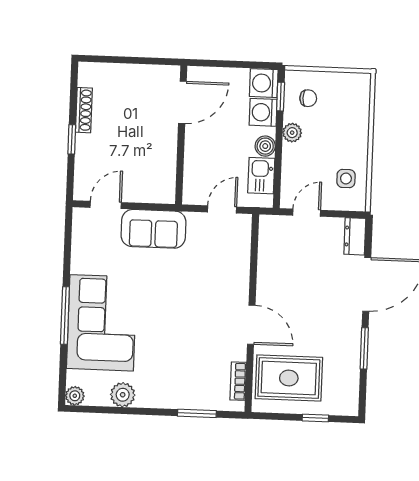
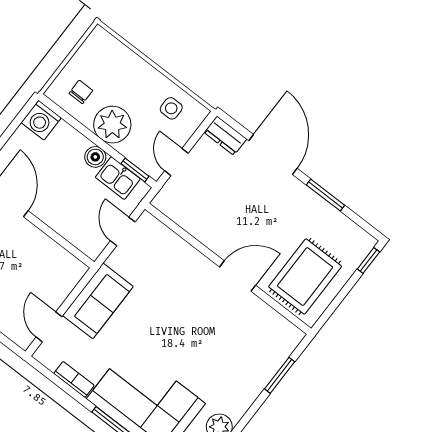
window: (281, 97) -> (135, 170), moved
washing machine: (263, 112) -> (66, 138), removed
plant: (292, 133) -> (112, 125), width x1.88, depth x1.88
bookcase: (238, 381) -> (74, 379), moved, turned 180
window: (315, 418) -> (368, 260), moved

